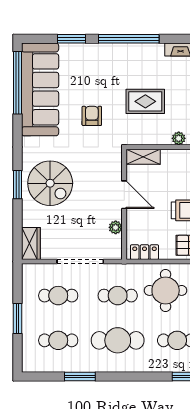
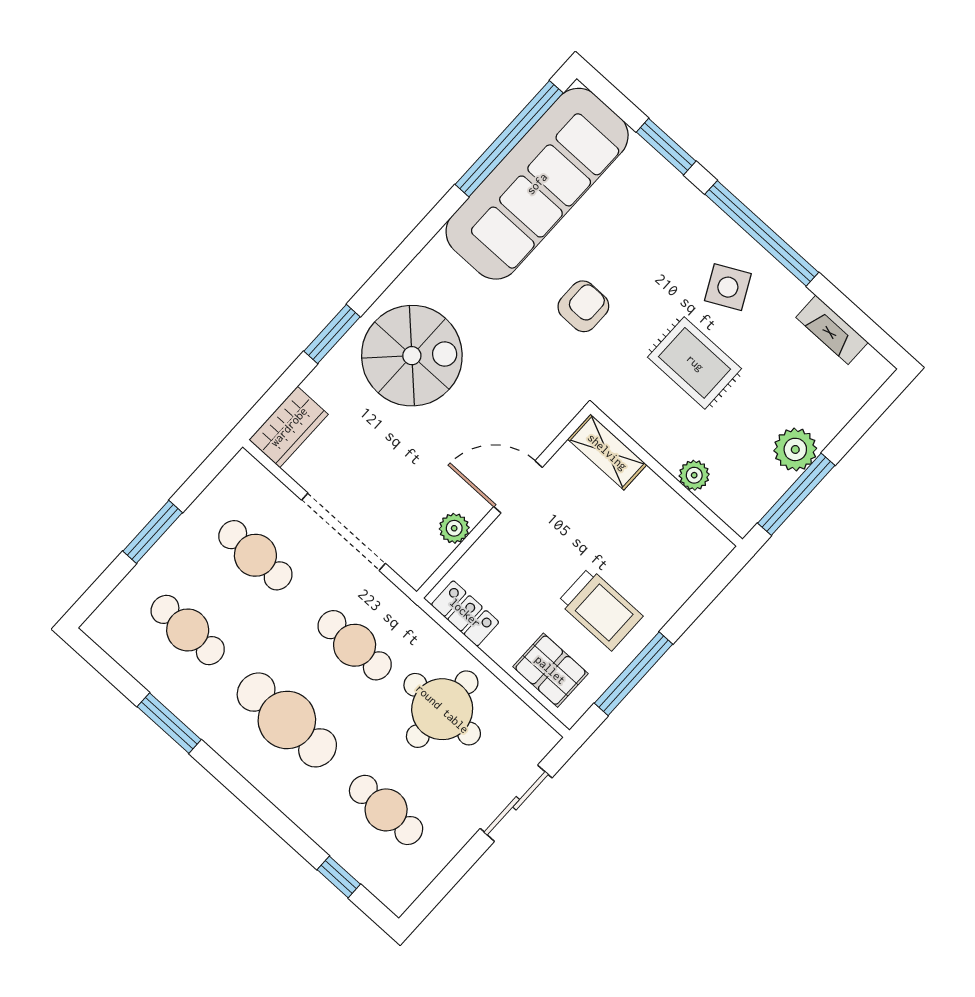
side table: (134, 66) -> (728, 287), added
spiral stairs: (50, 183) -> (412, 356), turned -90
window: (17, 185) -> (332, 334), moved
door: (124, 195) -> (518, 487), swing flipped

